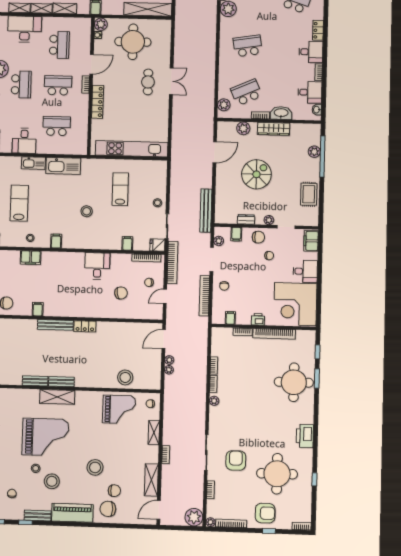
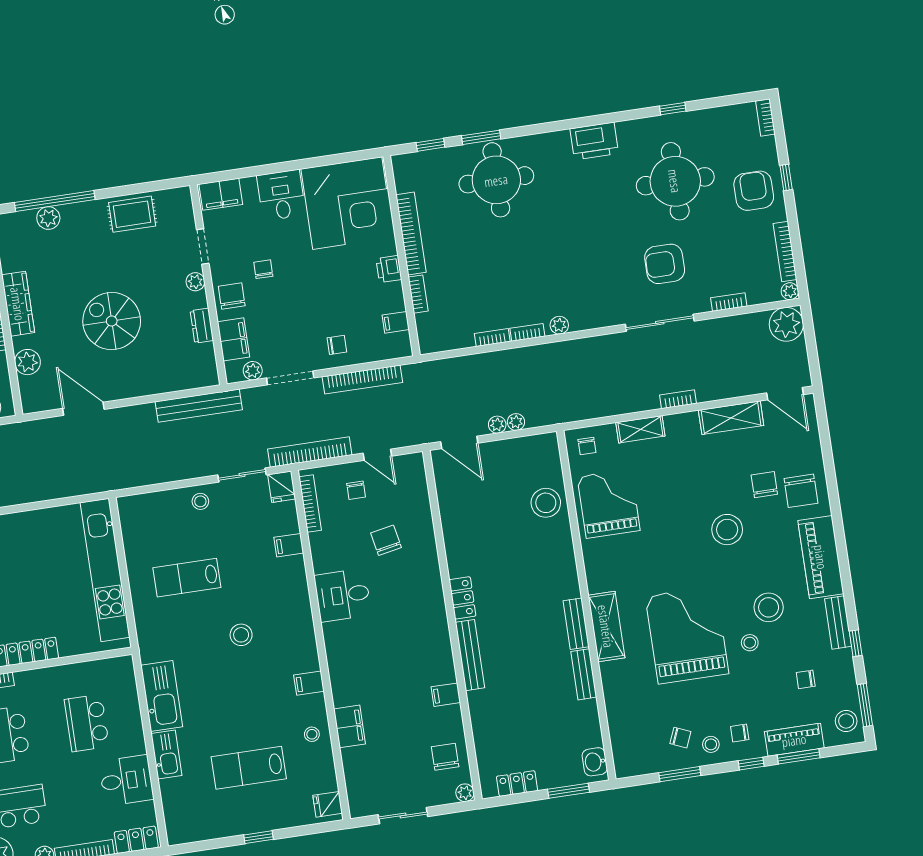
filing cabinet: (236, 234) -> (233, 339), width x2.00

